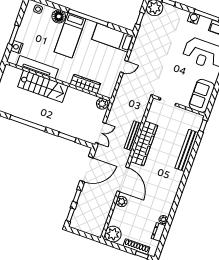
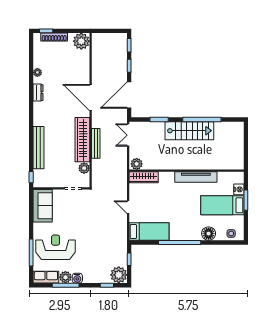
plant: (204, 23) -> (65, 277), added
bed: (70, 35) -> (222, 205), moved, turned -90
tv unit: (37, 67) -> (196, 177), moved
door: (124, 67) -> (128, 207), hinge flipped
wardrobe: (85, 84) -> (144, 177), moved
stairs: (43, 86) -> (189, 131), moved, turned 180
plant: (122, 202) -> (84, 168), moved
dresser: (158, 232) -> (38, 93), moved

